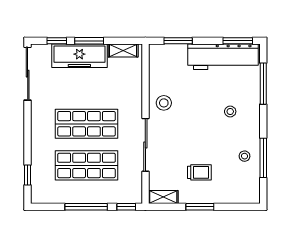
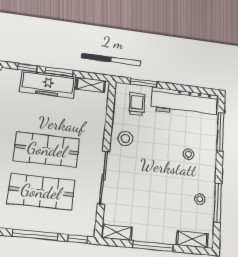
window: (238, 41) -> (199, 90), removed
trolley: (199, 172) -> (137, 104), moved, turned -90
shelving: (239, 196) -> (192, 239), added
window: (200, 207) -> (153, 246), width x1.44

